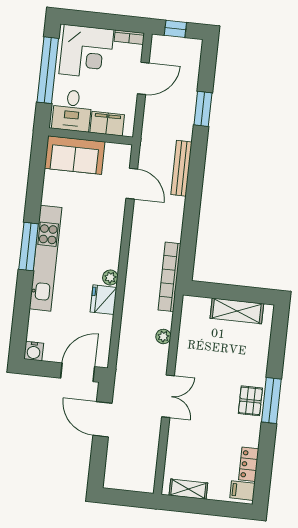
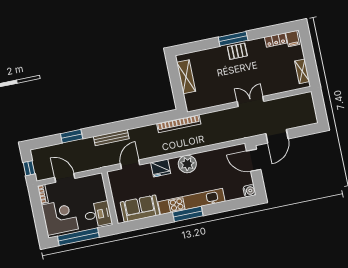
filing cabinet: (107, 124) -> (99, 191), removed
sofa: (75, 155) -> (140, 209), moved, turned -90
plant: (110, 278) -> (187, 164), width x1.87, depth x1.87
fridge: (104, 300) -> (161, 168), moved
plant: (163, 336) -> (216, 116), removed

